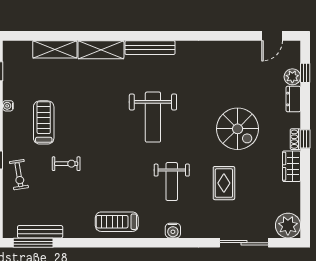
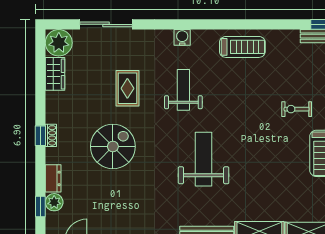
spiral stairs: (238, 129) -> (113, 146), turned 90
wardrobe: (292, 166) -> (55, 74), moved

